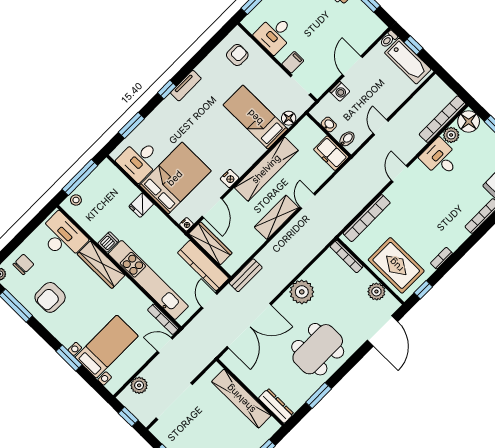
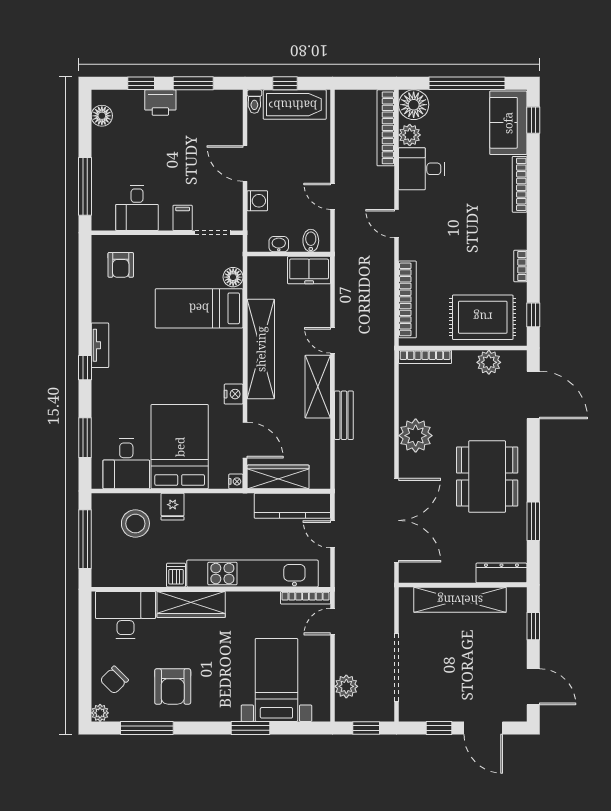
armchair: (237, 55) -> (121, 265), turned 180
stool: (76, 200) -> (135, 524), moved, width x1.89, depth x1.89
chair: (23, 264) -> (114, 680), turned -135
bench: (246, 275) -> (344, 415), moved

